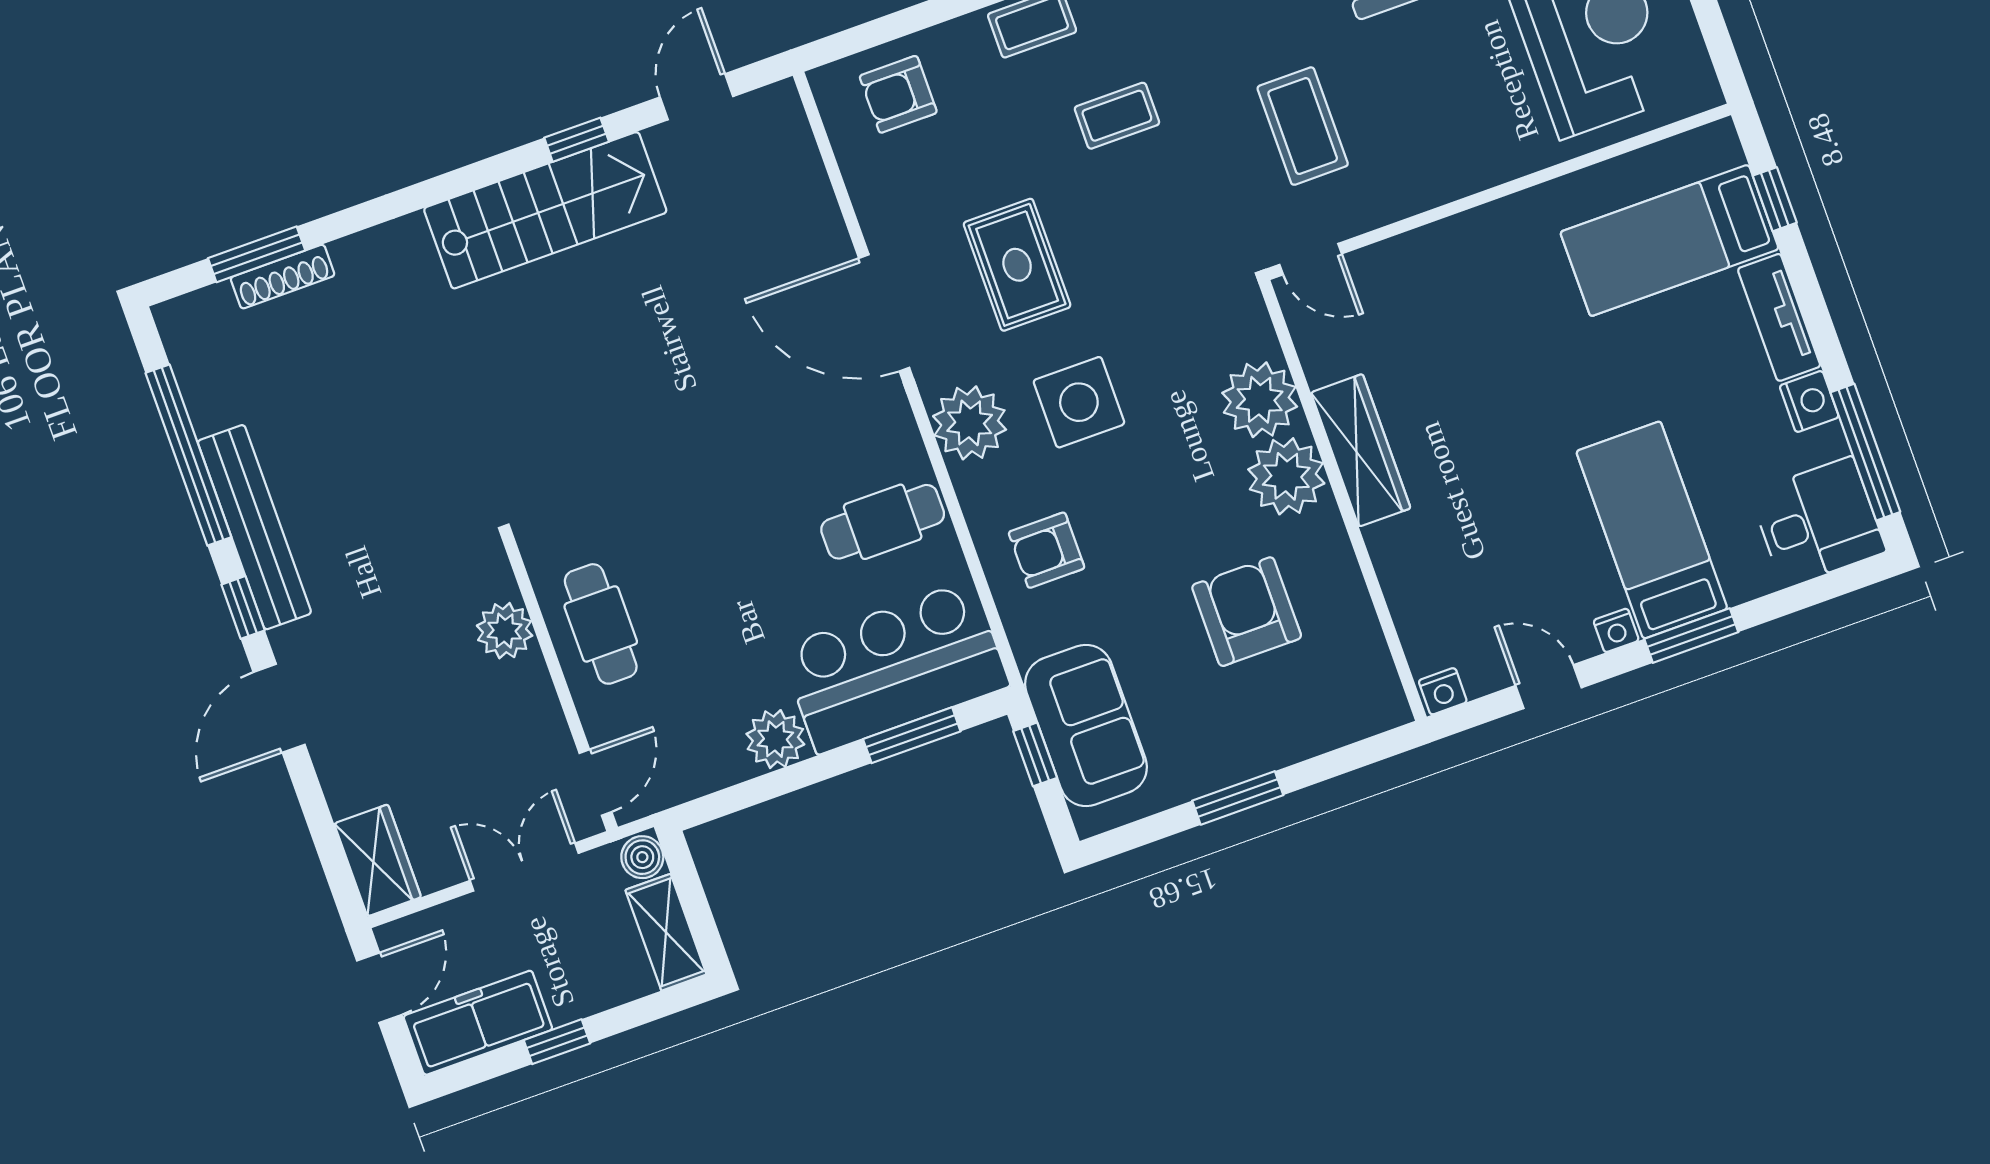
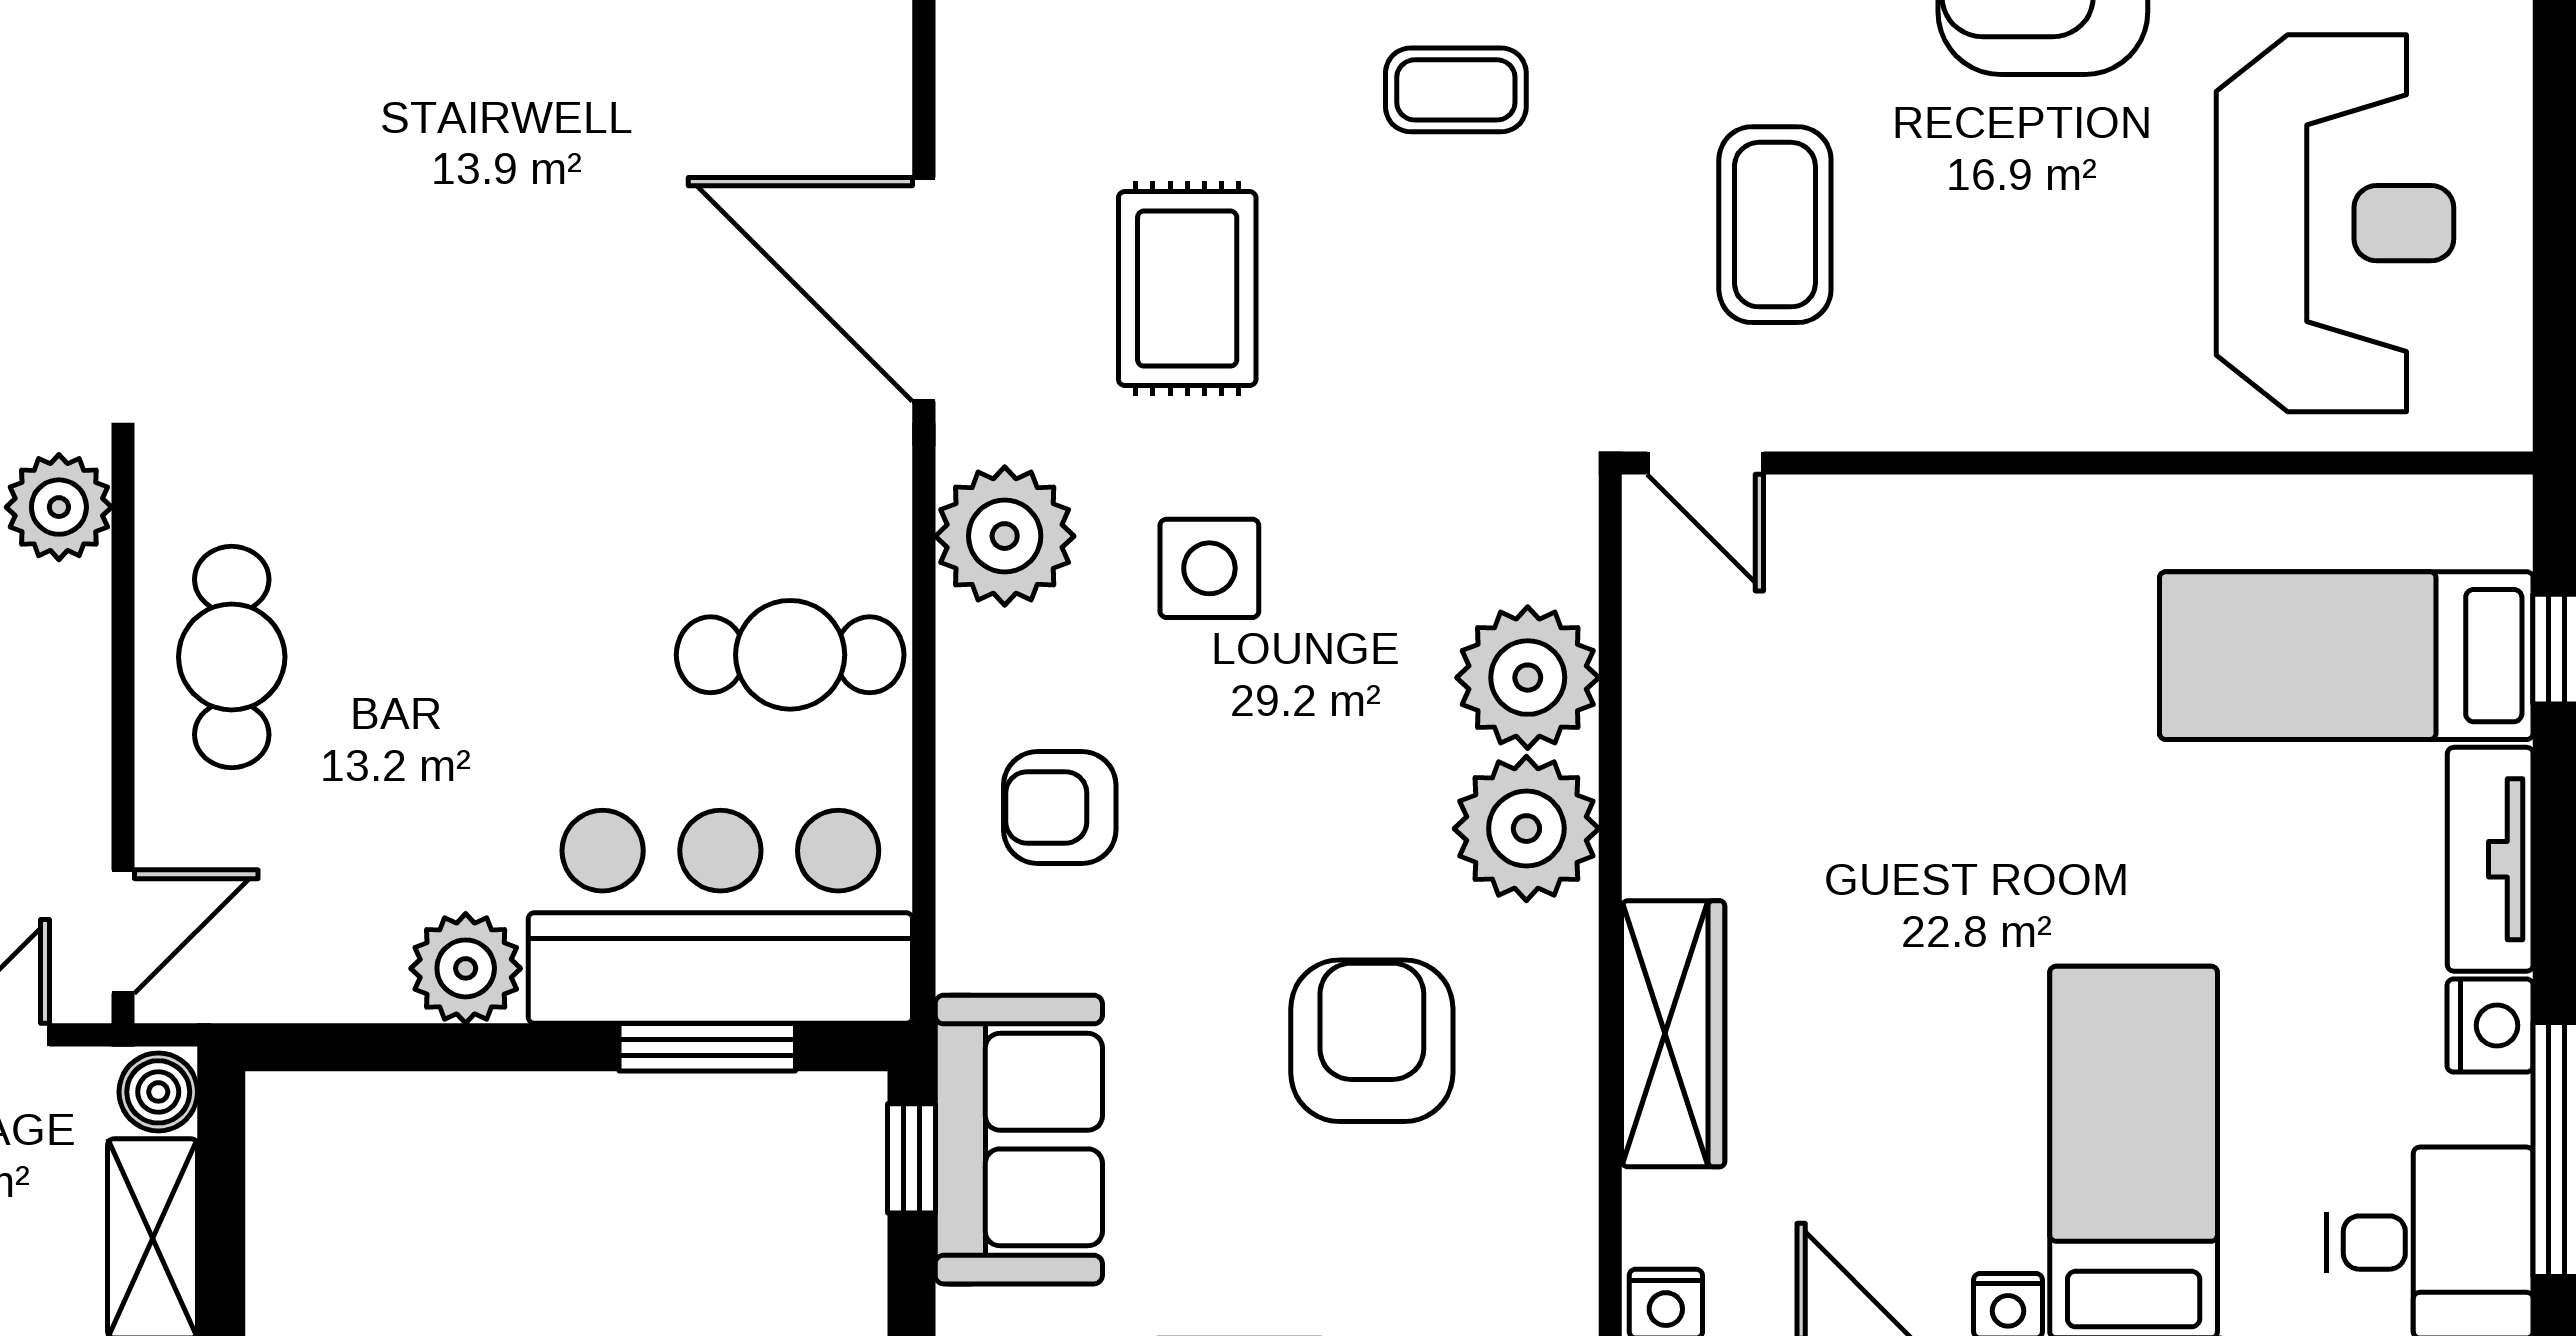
side table: (1079, 402) -> (1209, 568), width x0.73, depth x0.73
wardrobe: (1361, 450) -> (1673, 1034), moved
plant: (505, 631) -> (59, 507), moved

